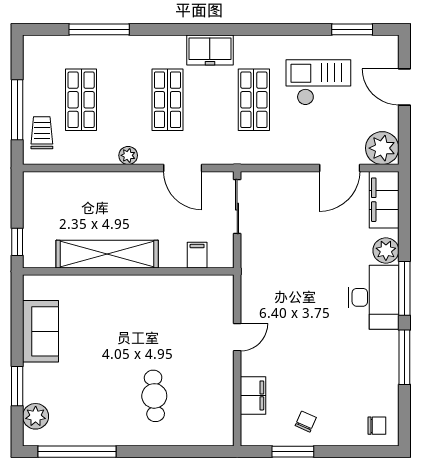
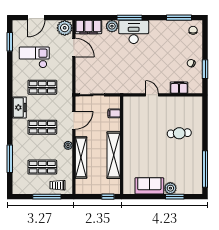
checkout: (318, 82) -> (34, 57), turned 90
shelving: (102, 184) -> (81, 157), added
window: (404, 357) -> (179, 18), moved
plant: (36, 416) -> (170, 188), moved

